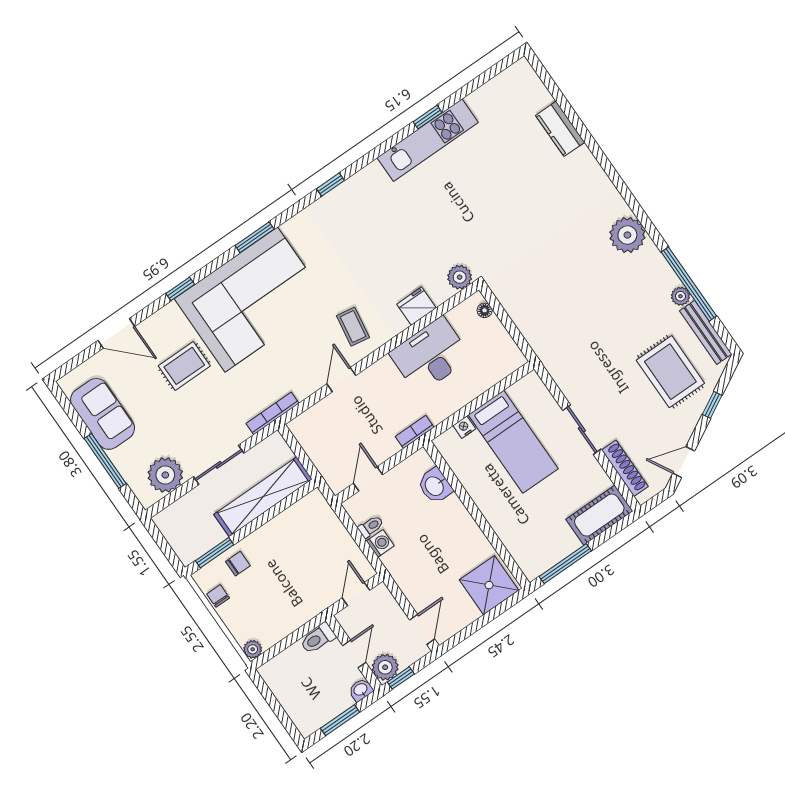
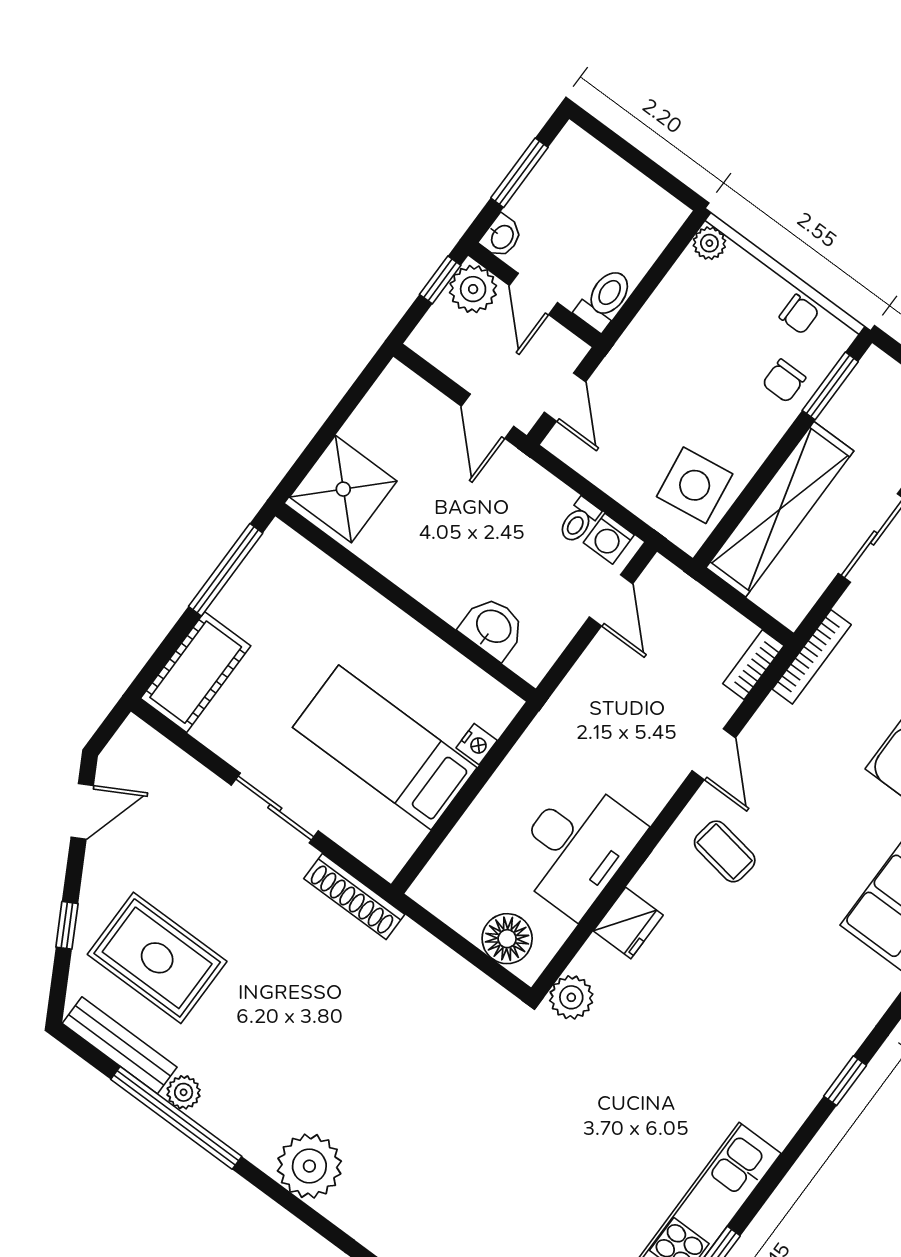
floor lamp: (485, 310) -> (507, 939), width x1.89, depth x1.89
bookcase: (415, 432) -> (753, 665), moved, turned 180
shoe rack: (625, 468) -> (354, 896), moved
side table: (304, 525) -> (695, 485), added
washing machine: (380, 543) -> (609, 539), moved
door: (422, 629) -> (488, 416), moved

